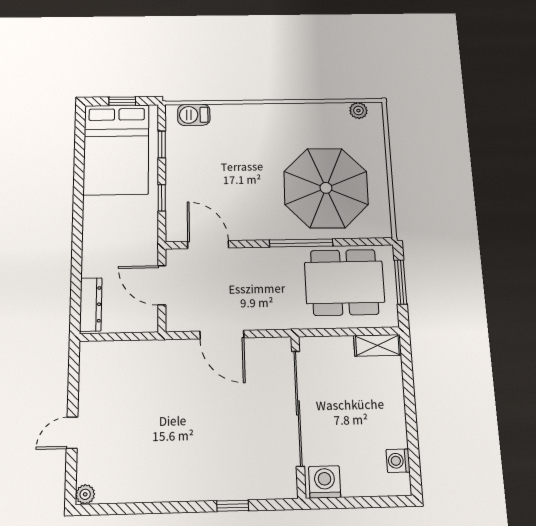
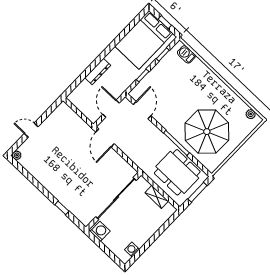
dresser: (91, 304) -> (98, 72), moved
door: (222, 335) -> (105, 138), moved
shelving: (377, 345) -> (157, 197), moved

